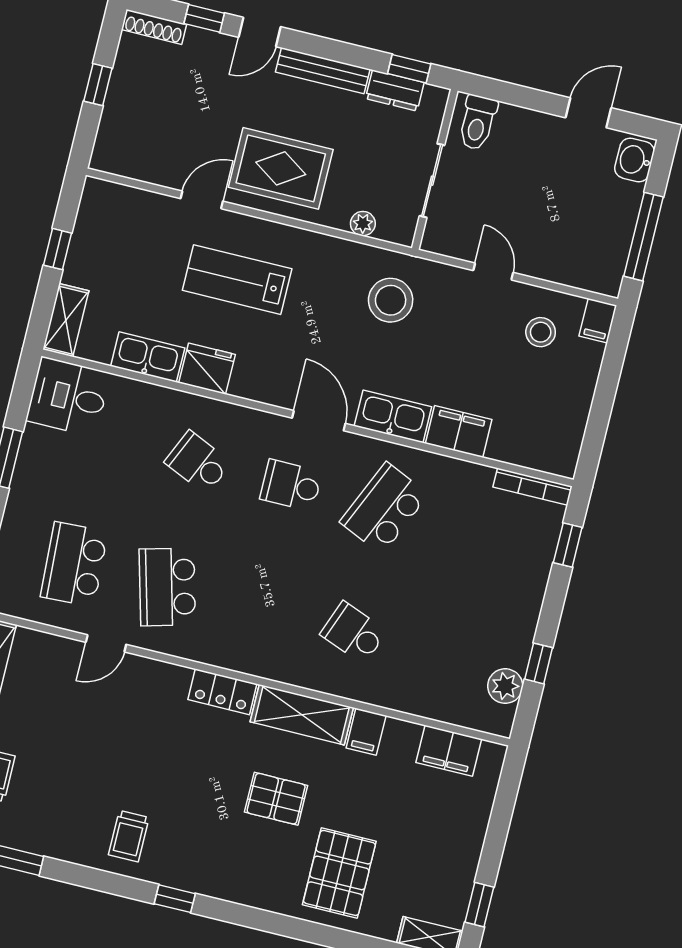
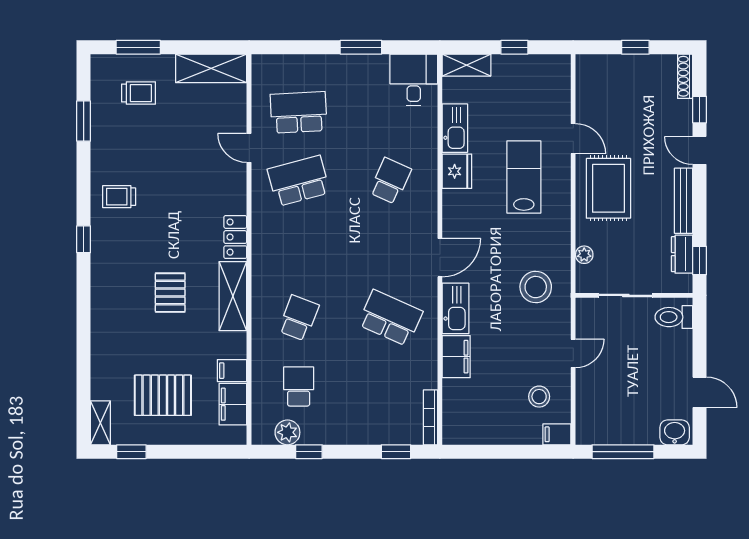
school desk: (291, 485) -> (299, 386), moved
filing cabinet: (366, 732) -> (232, 371), moved
pallet: (339, 873) -> (163, 395), moved

